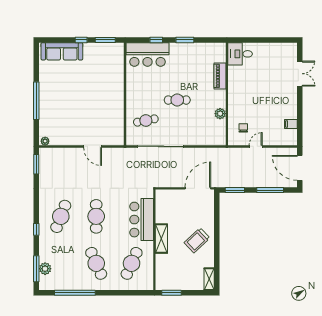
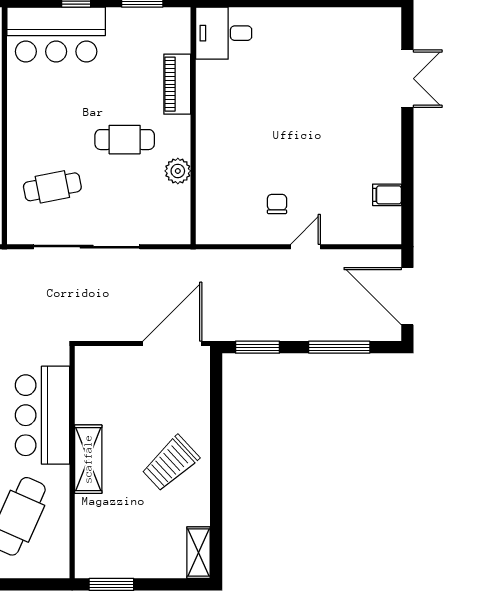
desk: (240, 54) -> (224, 33), moved
piano: (220, 76) -> (177, 84), moved
wall: (227, 94) -> (193, 126), moved
plant: (220, 114) -> (178, 171), moved

